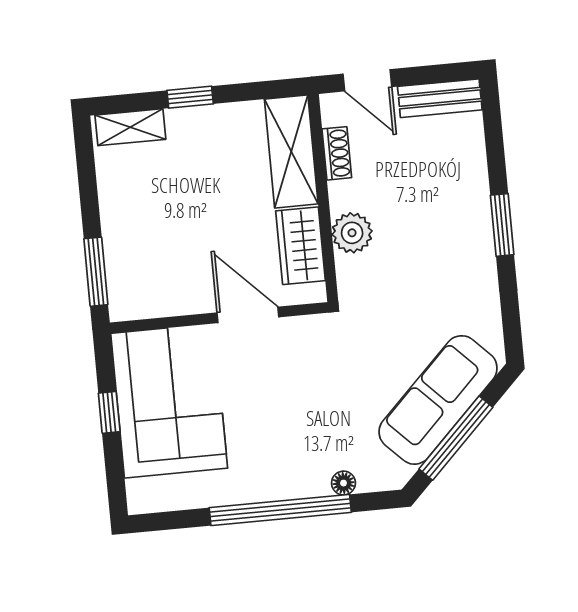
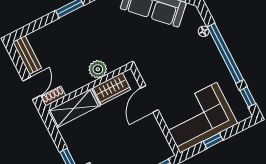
shoe rack: (337, 153) -> (53, 96), moved
window: (171, 520) -> (248, 97), added

